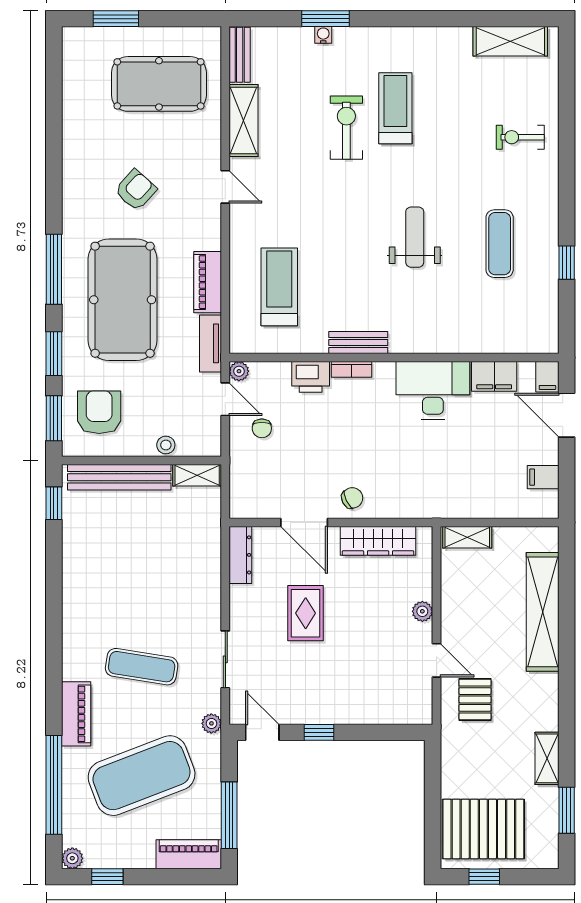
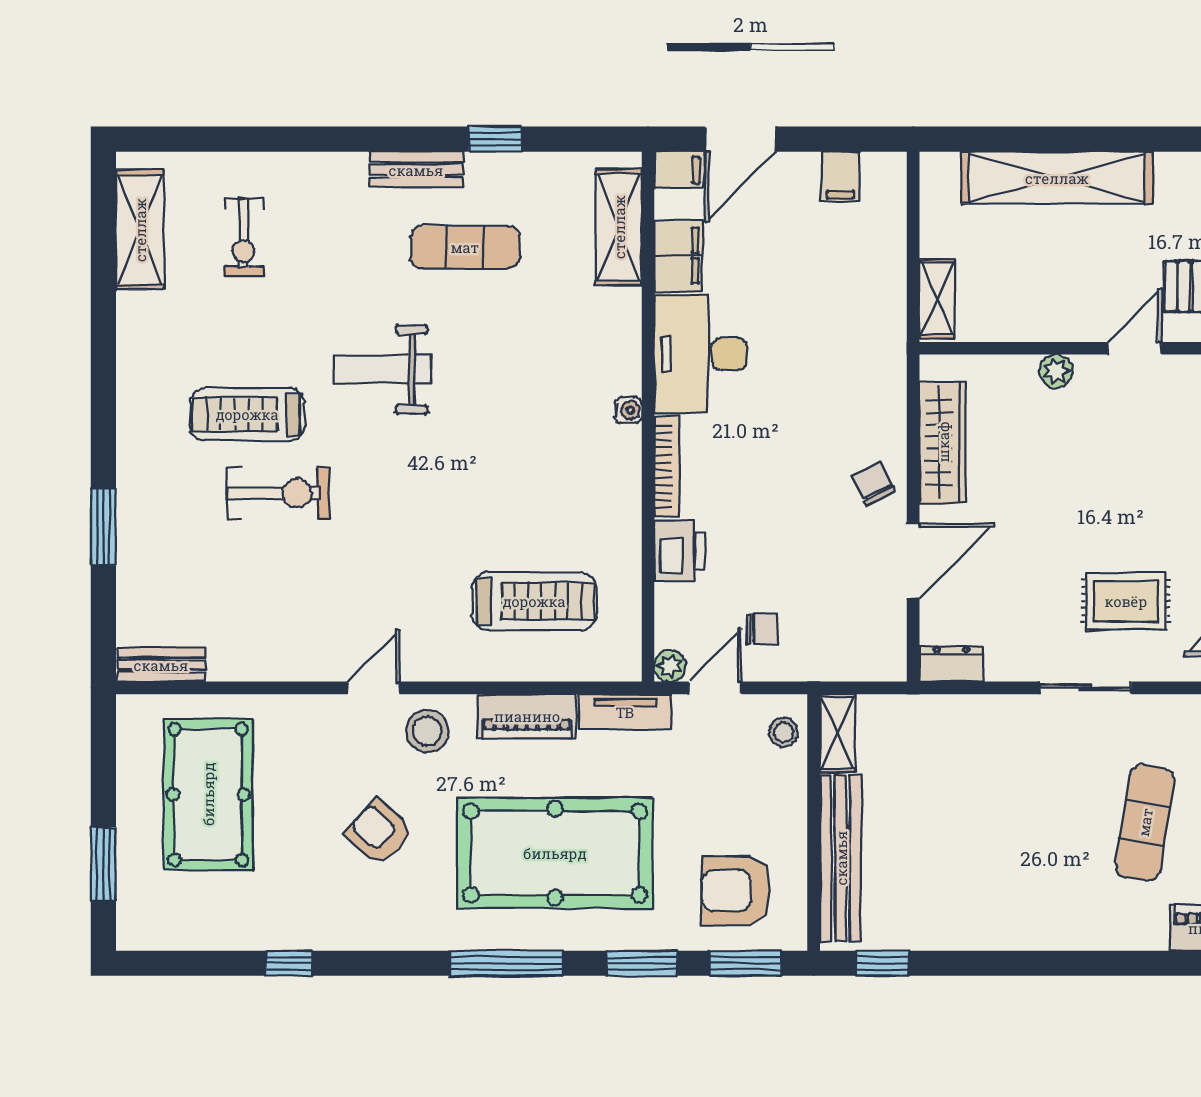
water cooler: (323, 35) -> (628, 410), moved, turned 180
shelving: (244, 121) -> (619, 227), moved, turned 90
exercise bike: (346, 128) -> (278, 493), turned 180
window: (54, 134) -> (289, 963), added
exercise bike: (520, 137) -> (244, 237), moved
stool: (199, 220) -> (427, 731), added
weight bench: (415, 237) -> (382, 369), moved
treadmill: (279, 287) -> (534, 601), turned 180
bench: (358, 342) -> (416, 170), moved, turned 90
bookcase: (352, 369) -> (667, 467), width x1.56
stool: (166, 445) -> (784, 732), moved
dresser: (240, 555) -> (951, 664), width x0.70
rug: (306, 613) -> (1126, 601), moved
sliding door: (225, 659) -> (1086, 688), moved

